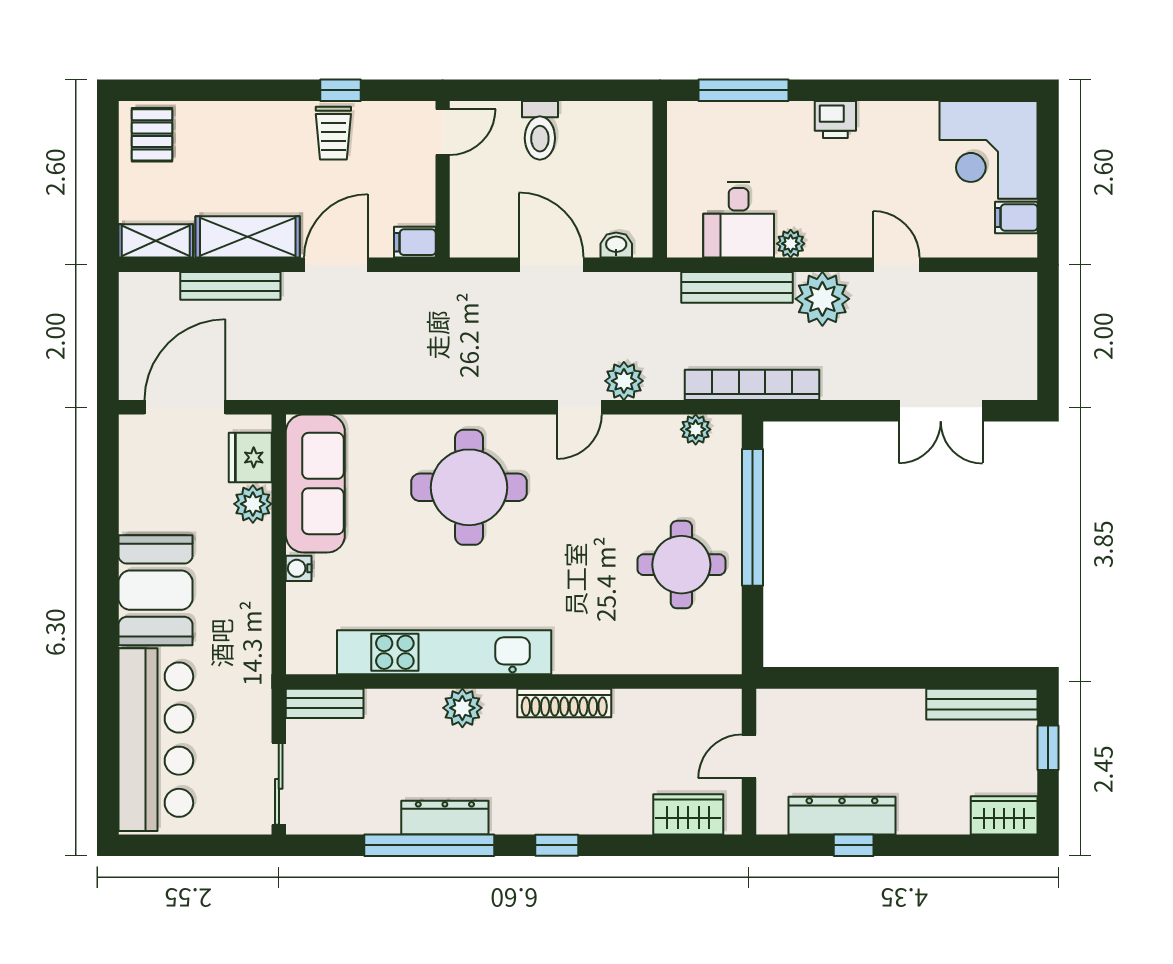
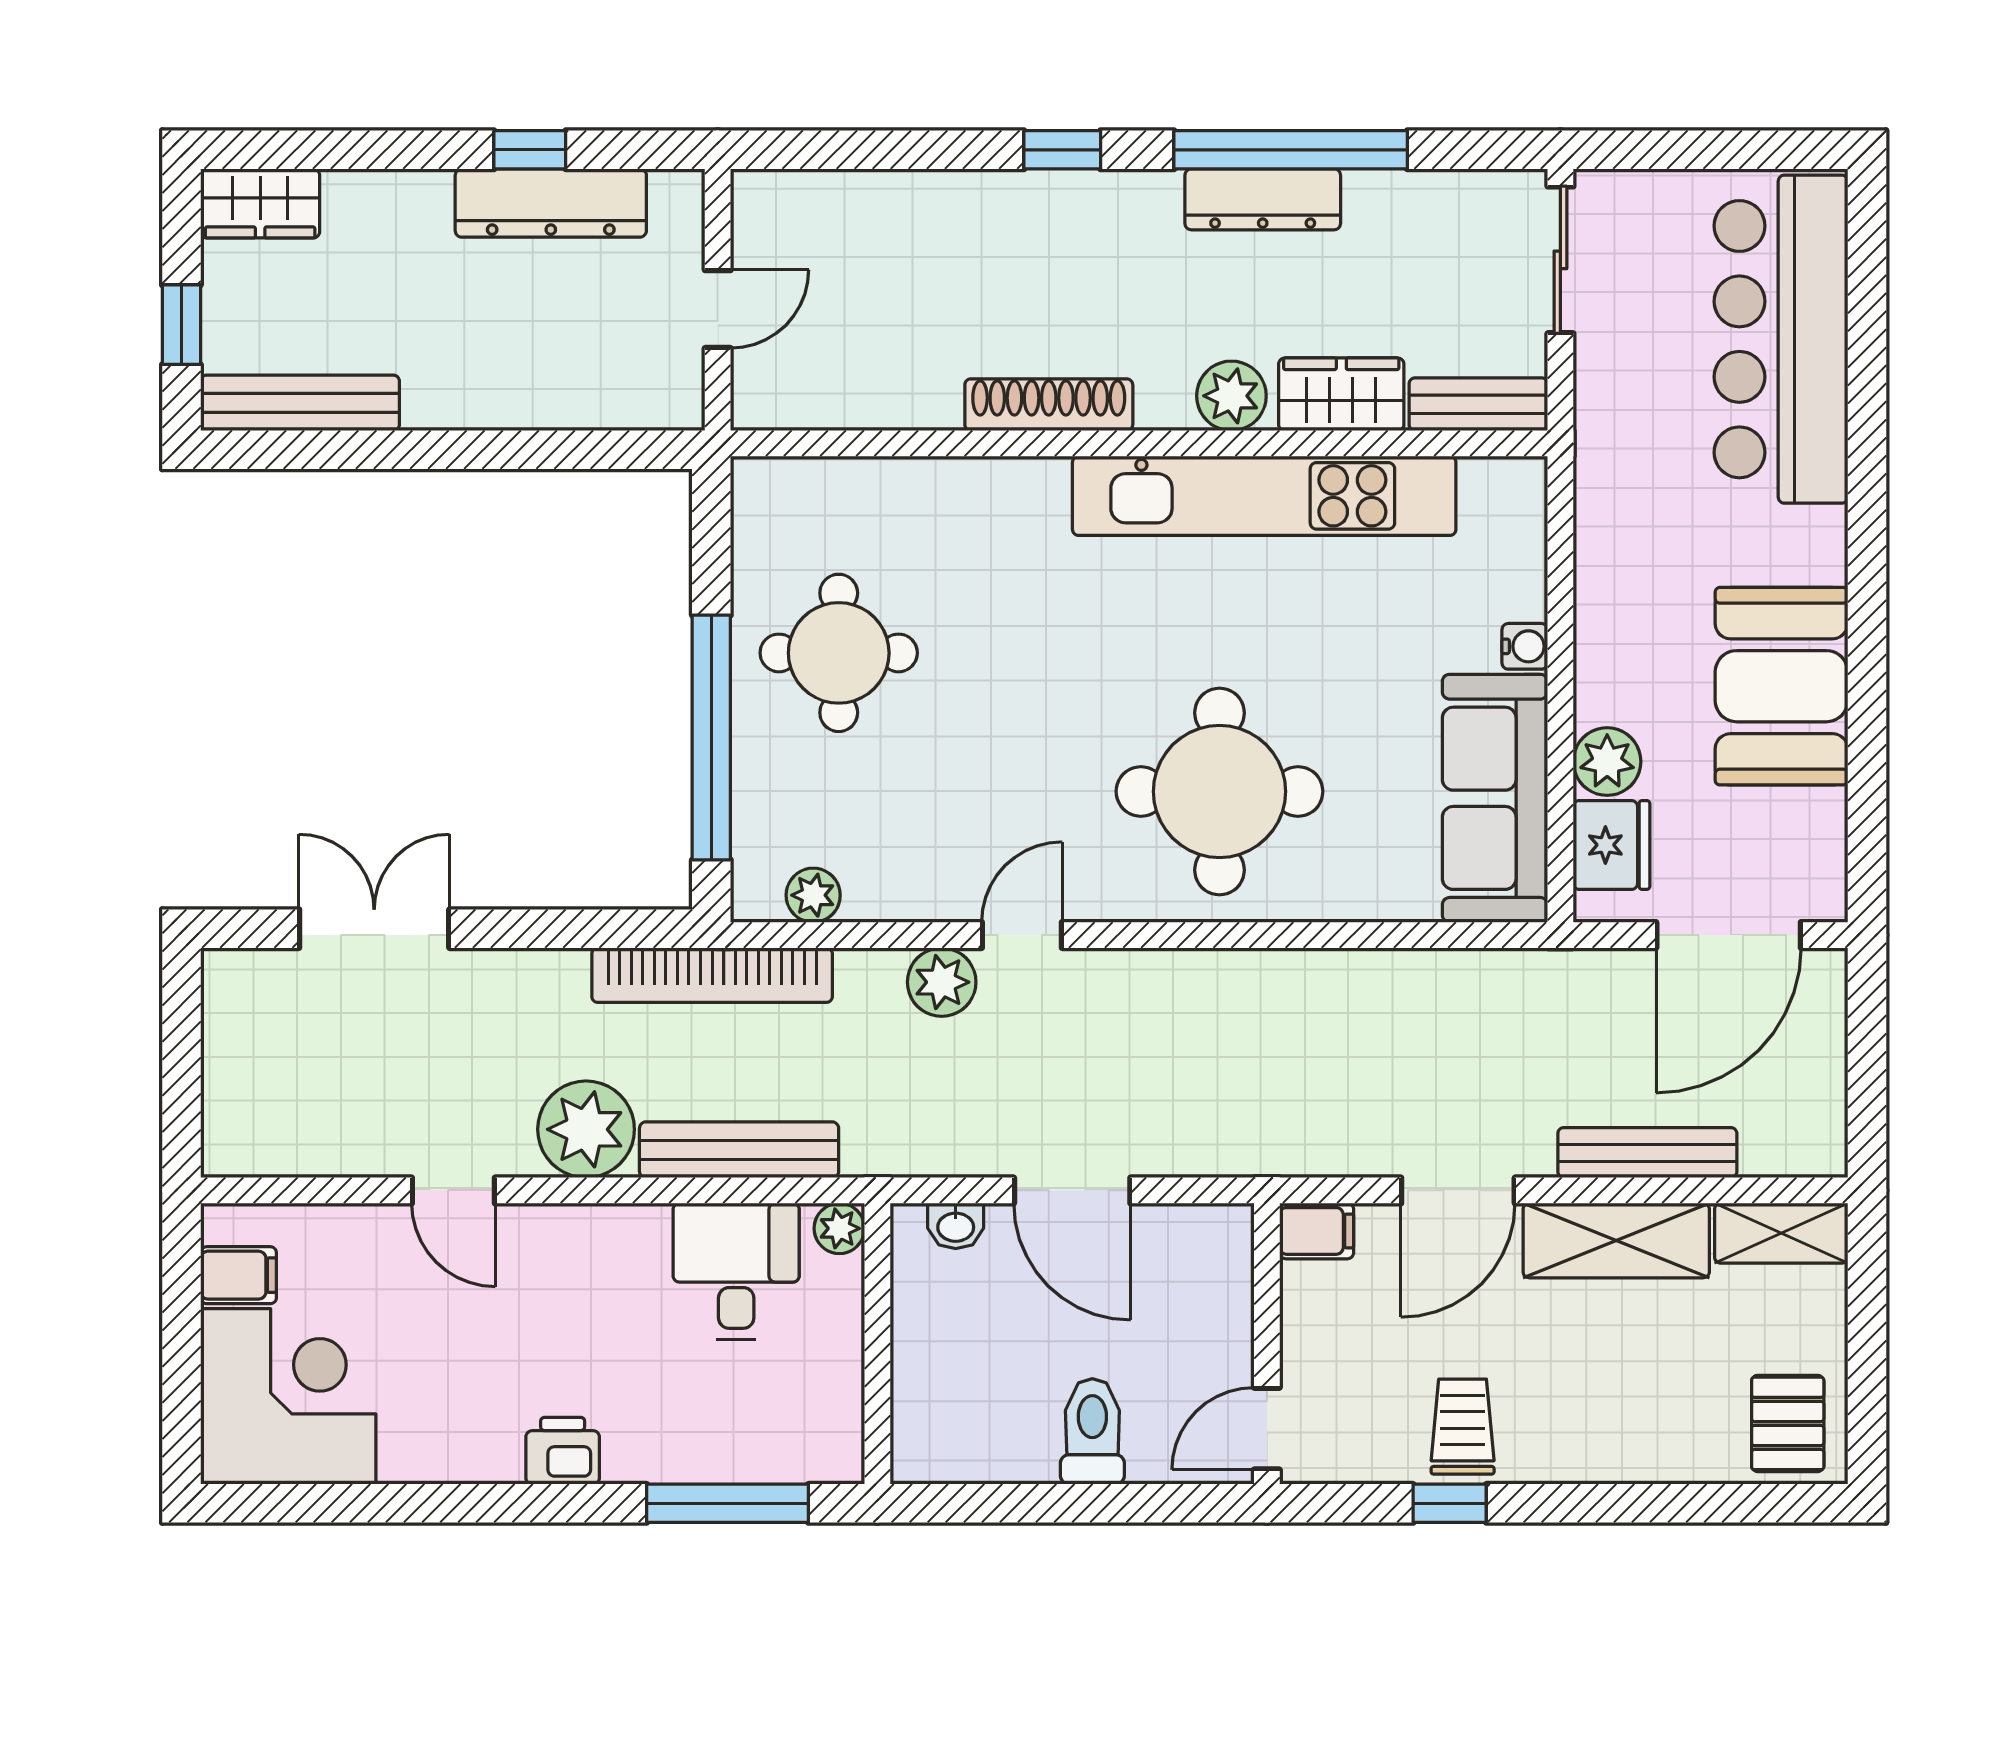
plant: (791, 244) -> (839, 1228), moved
booth: (156, 590) -> (1781, 686), moved
wardrobe: (688, 814) -> (1341, 394), moved, turned 180

